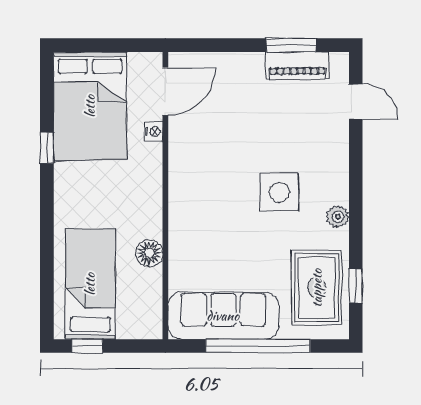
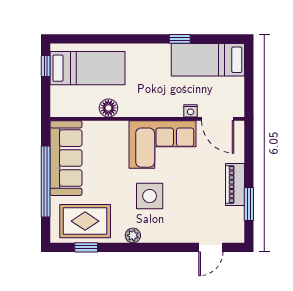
piano: (297, 66) -> (235, 184), moved
bed: (90, 106) -> (208, 60), width x0.67
corner sofa: (203, 173) -> (163, 144), added

